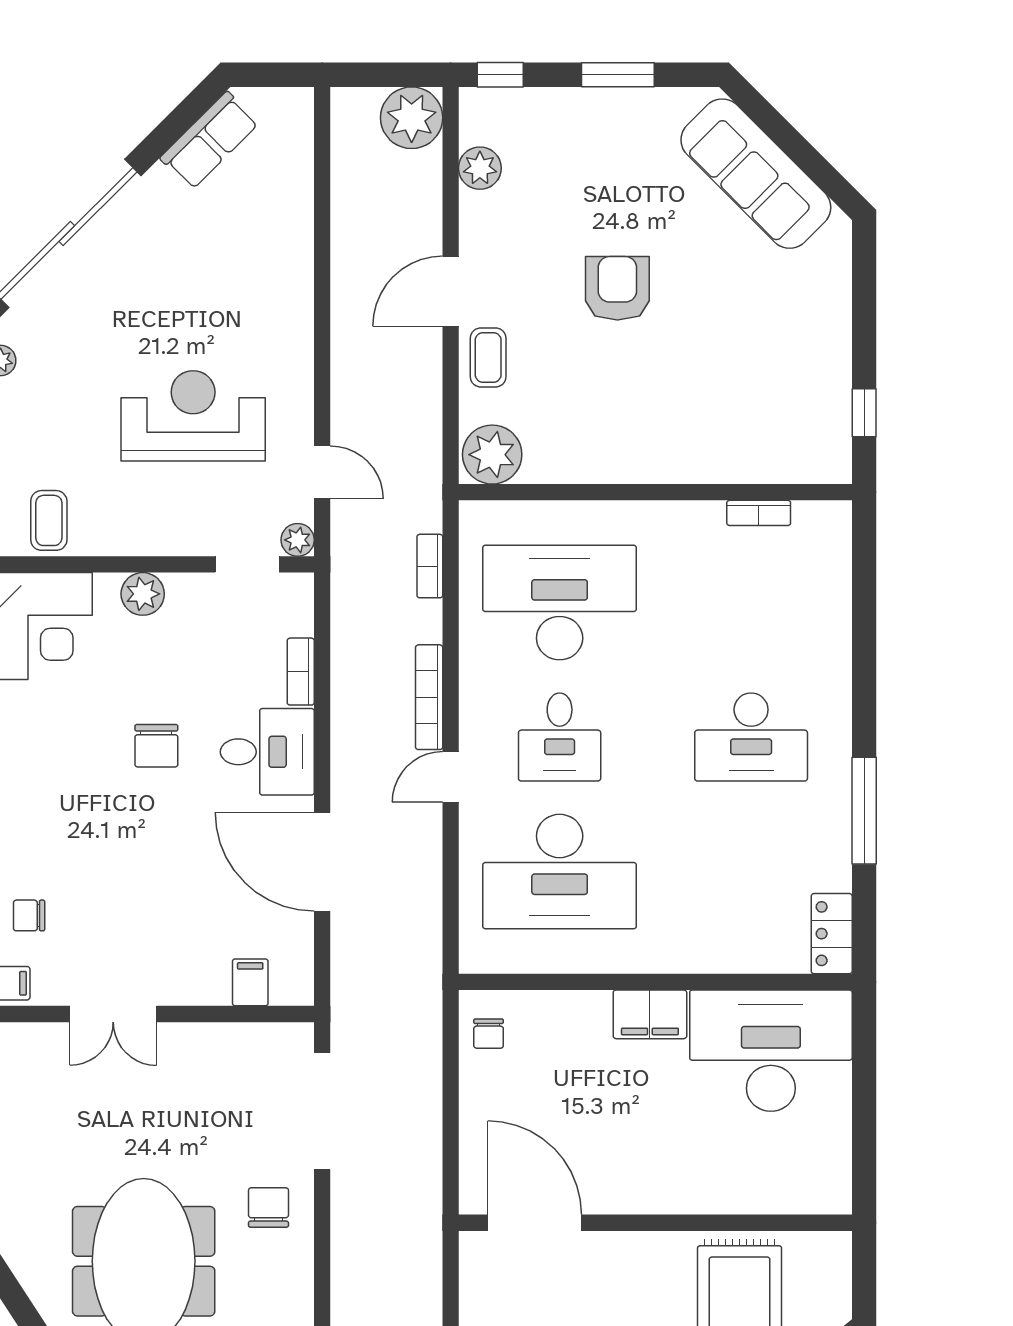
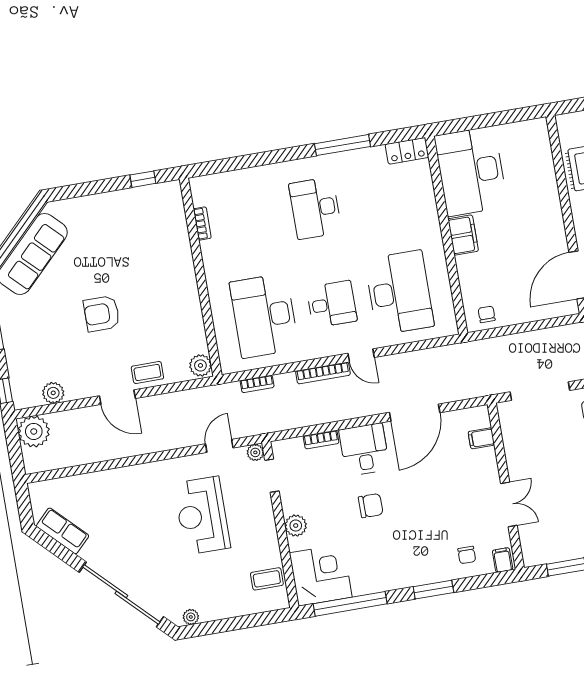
plant: (492, 455) -> (200, 365), width x0.73, depth x0.73
desk: (751, 737) -> (315, 208), turned 180
chair: (489, 1034) -> (487, 314), turned -90

